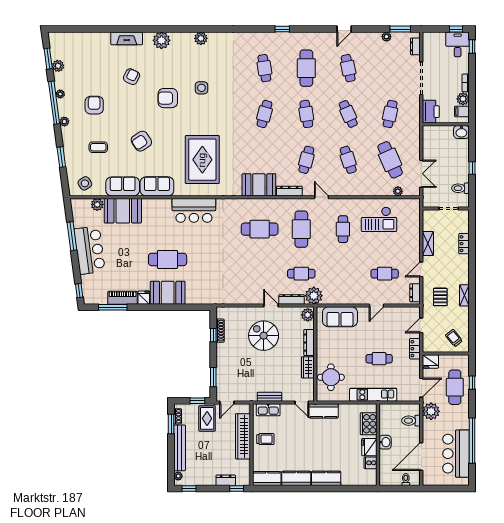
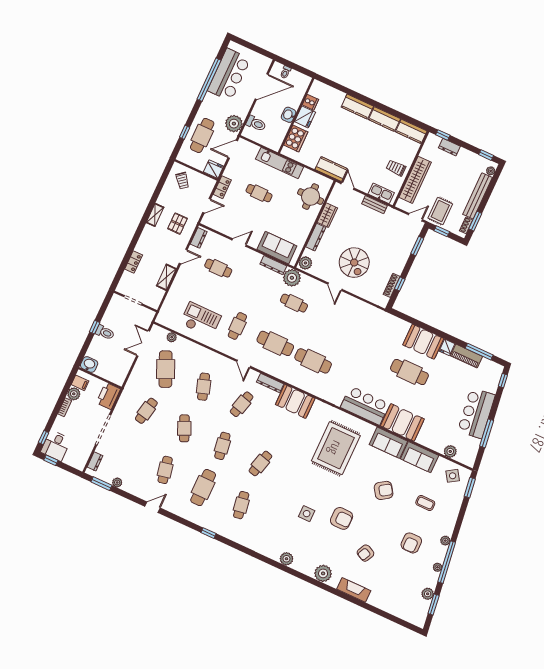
window: (61, 157) -> (470, 488), moved
toilet: (461, 188) -> (105, 332), moved
booth: (123, 211) -> (402, 422), moved
cafe table: (301, 229) -> (275, 343), turned 90
dresser: (292, 299) -> (273, 265), moved

